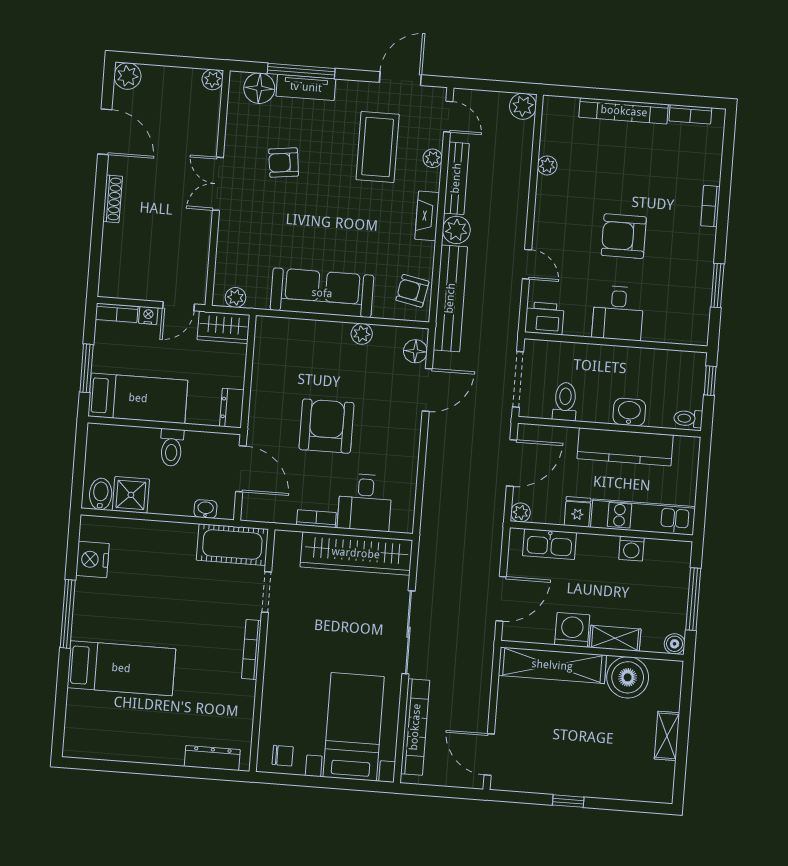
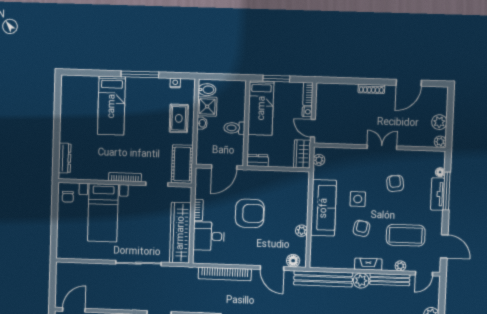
plant: (127, 76) -> (439, 122), moved
floor lamp: (259, 88) -> (440, 172), width x0.53, depth x0.53
side table: (309, 231) -> (358, 199), added
armchair: (412, 291) -> (361, 228), moved
washbasin: (205, 509) -> (202, 123), moved
rug: (150, 547) -> (179, 118), added
nightstand: (92, 559) -> (175, 83), width x0.53, depth x0.56
bed with nightstands: (354, 727) -> (103, 213), moved, turned 90
bookcase: (415, 727) -> (225, 274), moved

